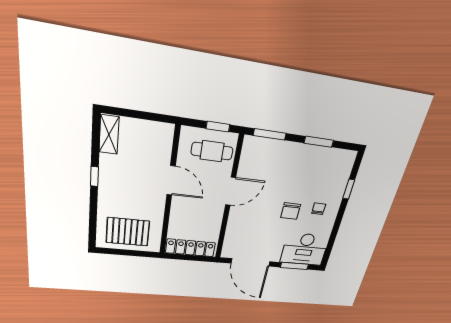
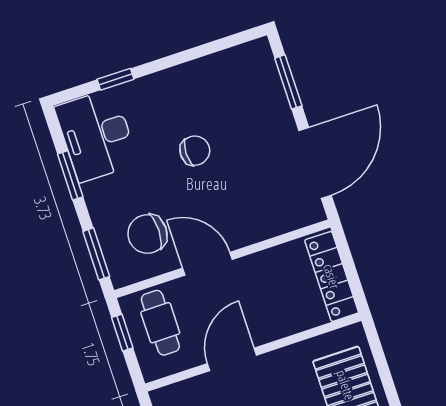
chair: (319, 209) -> (147, 234), moved, width x1.87, depth x1.87
desk: (305, 249) -> (96, 135), moved, turned 180

